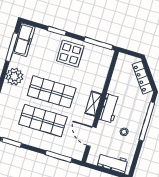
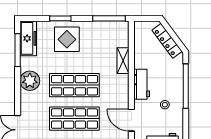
display table: (70, 54) -> (67, 39), moved
shelving: (93, 104) -> (123, 61), moved

